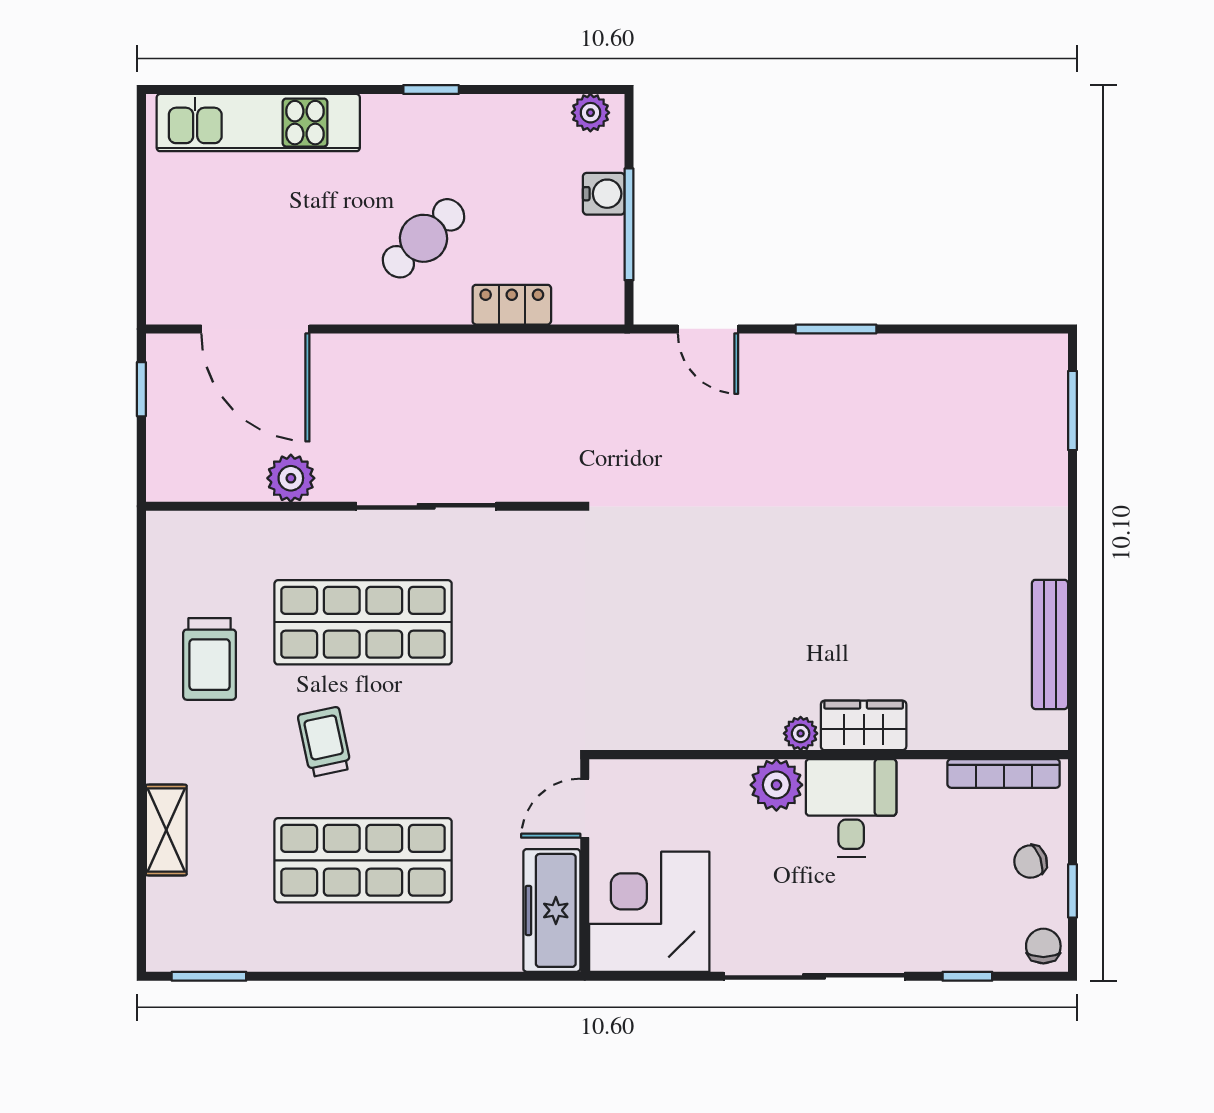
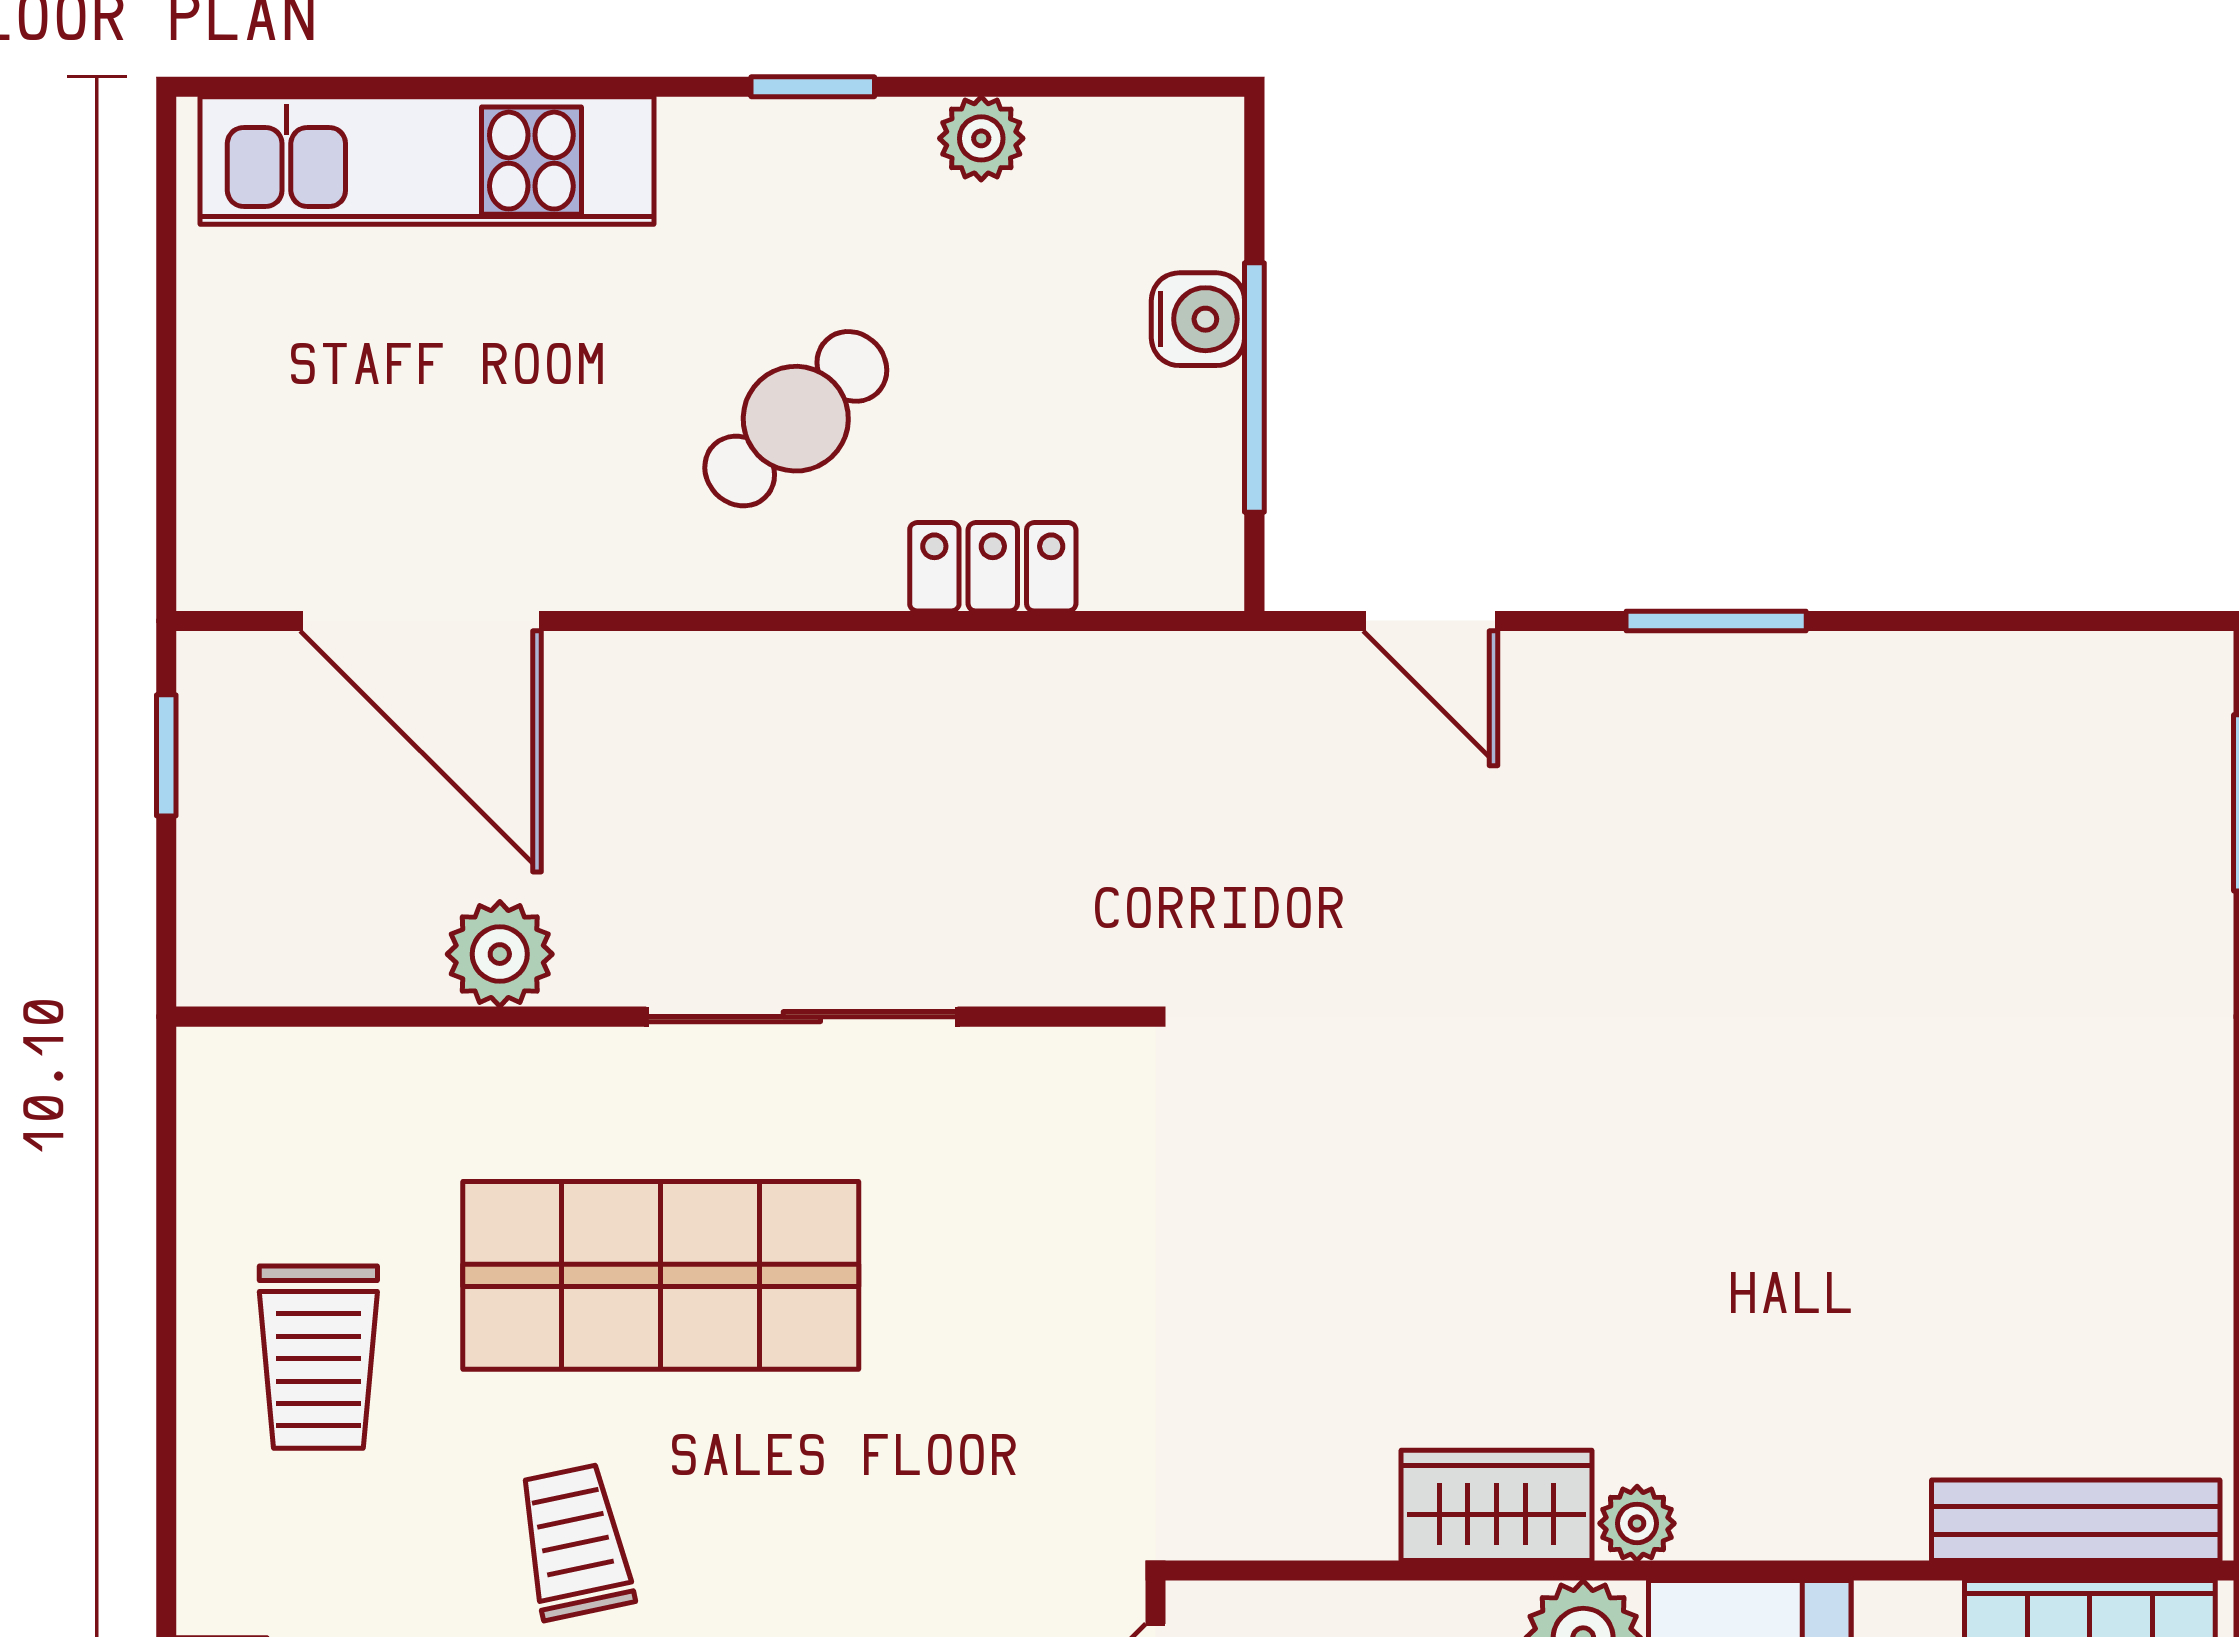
plant: (590, 113) -> (981, 138), moved
bench: (1050, 644) -> (2076, 1520), moved, turned 90
wardrobe: (864, 725) -> (1497, 1505), moved

